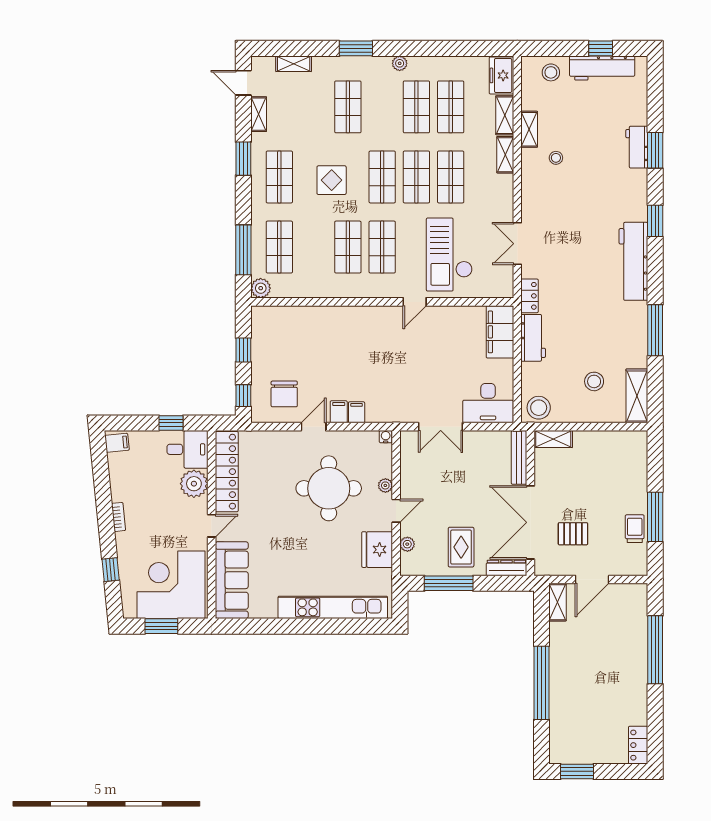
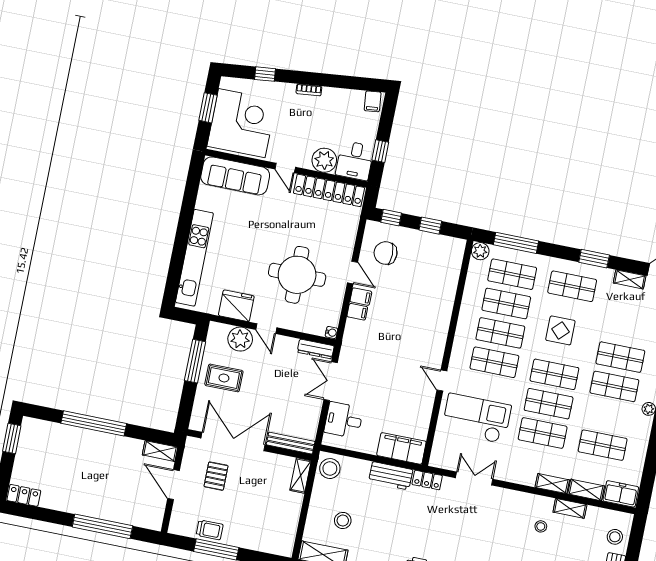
shop shelf: (416, 107) -> (614, 386), moved
shop shelf: (314, 247) -> (506, 304), added
desk: (488, 403) -> (344, 420), width x0.73
plant: (385, 485) -> (290, 324), removed
plant: (407, 544) -> (240, 339), width x1.88, depth x1.88
dresser: (506, 568) -> (316, 349), moved, turned 90

